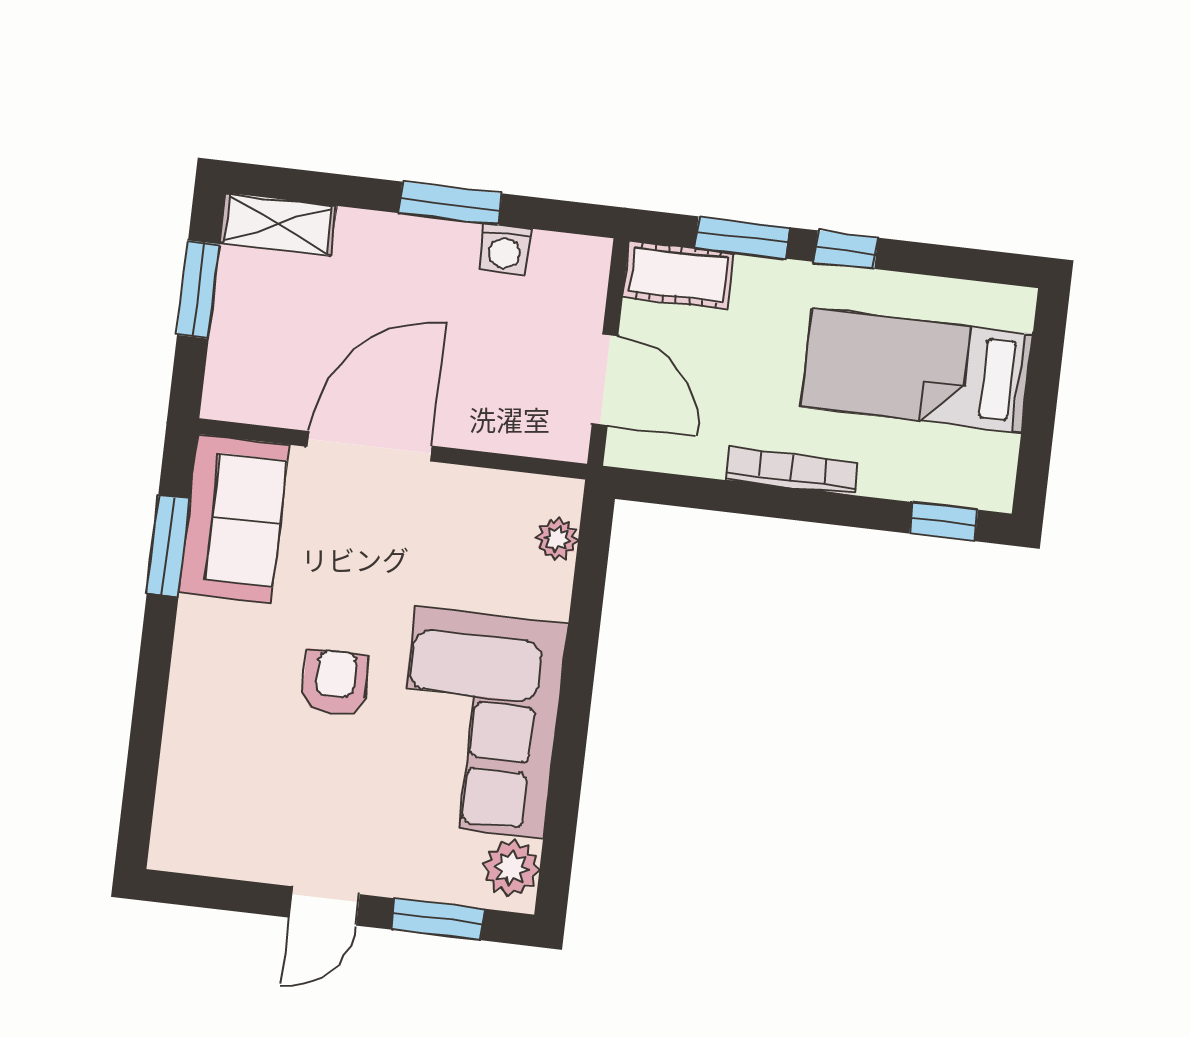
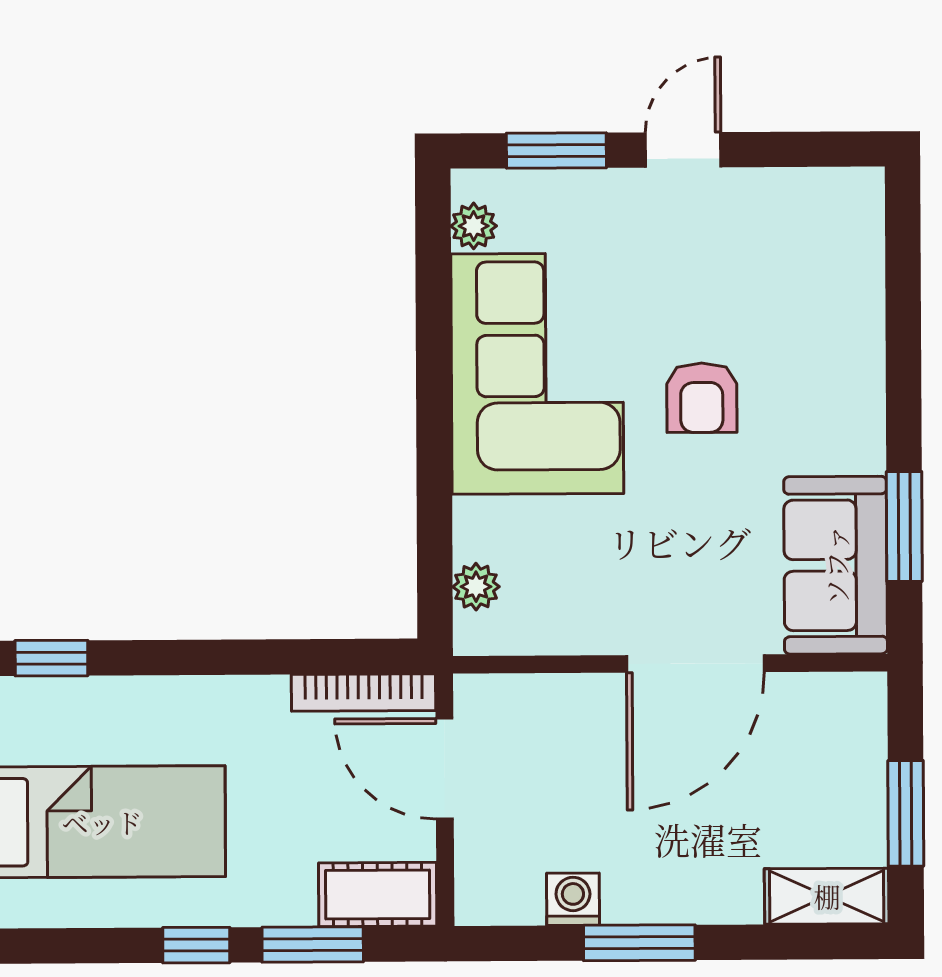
bookcase: (792, 471) -> (364, 693), moved
plant: (511, 868) -> (474, 226), width x0.73, depth x0.73

